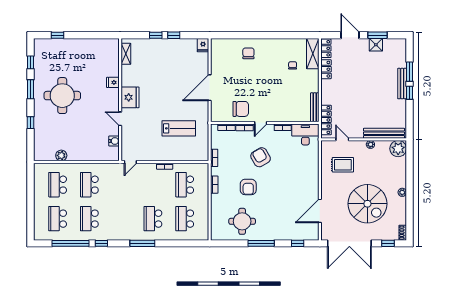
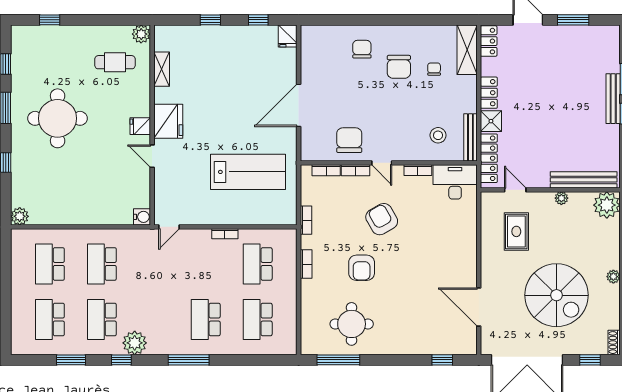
window: (174, 35) -> (258, 20), moved
plant: (113, 44) -> (141, 34), added
shower: (376, 45) -> (491, 121), moved
shelving: (126, 54) -> (162, 69), moved
cafe table: (97, 61) -> (115, 62), added
chair: (271, 64) -> (399, 67), added
locker: (326, 69) -> (489, 93), moved
fridge: (113, 82) -> (140, 126), moved
stool: (295, 106) -> (438, 135), added
chair: (241, 109) -> (349, 140), turned -90
door: (261, 123) -> (382, 163), hinge flipped
lab bench: (179, 128) -> (248, 172), width x1.36, depth x1.39
water cooler: (114, 141) -> (142, 217), moved
plant: (61, 155) -> (20, 216), moved
rug: (343, 165) -> (516, 231), turned 90
door: (320, 211) -> (479, 307), hinge flipped
plant: (109, 233) -> (135, 343), added
window: (71, 243) -> (71, 360), width x0.47
window: (261, 243) -> (338, 360), moved

